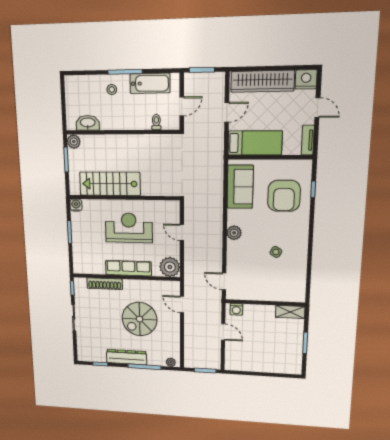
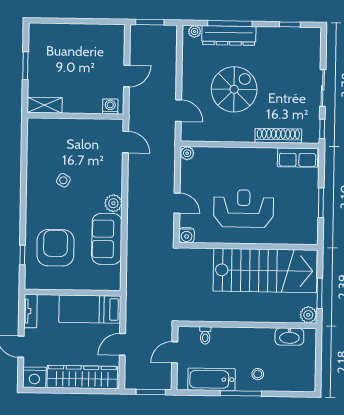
stairs: (110, 184) -> (265, 270), width x1.36, depth x1.51
sofa: (240, 187) -> (107, 239), moved
water cooler: (76, 205) -> (187, 235), moved
reception desk: (129, 228) -> (244, 209), turned 180
plant: (170, 267) -> (187, 153), width x0.53, depth x0.53
row of seats: (128, 268) -> (298, 158), moved, width x0.68
door: (223, 332) -> (127, 76), swing flipped
dresser: (127, 357) -> (229, 35), moved

